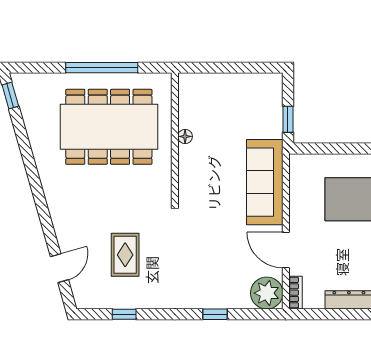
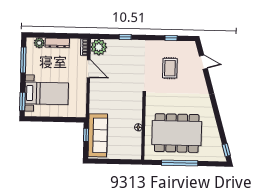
sofa: (265, 182) -> (98, 135), moved
door: (59, 268) -> (203, 62), swing flipped

